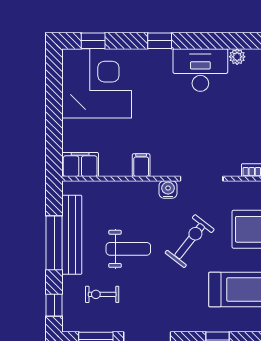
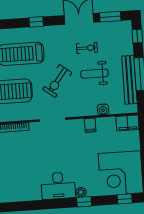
plant: (237, 57) -> (81, 192), moved
water cooler: (168, 189) -> (103, 109), moved
exercise bike: (102, 294) -> (87, 48), moved

